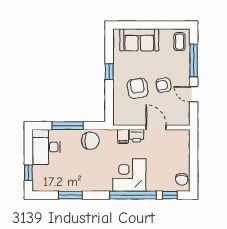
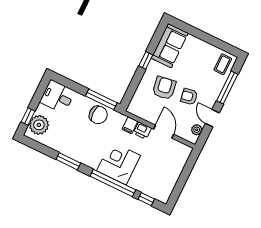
sofa: (139, 40) -> (170, 46), moved, turned -90
plant: (185, 111) -> (197, 130), added
window: (68, 126) -> (101, 99), moved
desk: (46, 147) -> (57, 97), width x0.73
plant: (42, 175) -> (39, 125), added
chair: (182, 179) -> (164, 190), removed
window: (70, 195) -> (68, 161), moved

